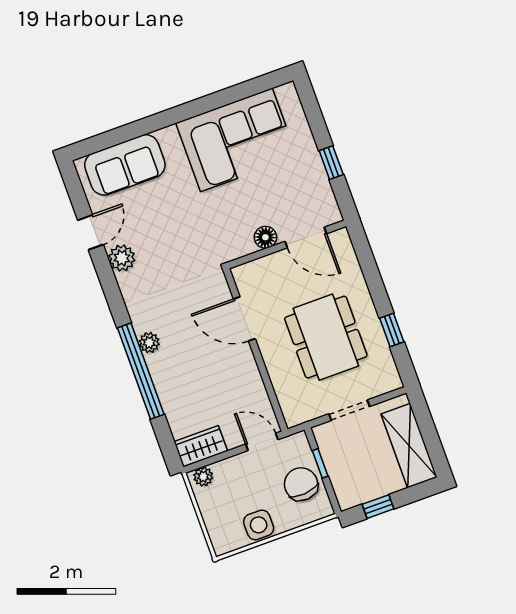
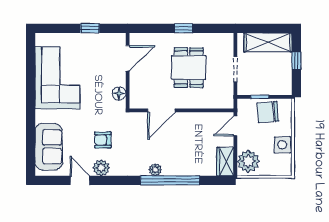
floor lamp: (265, 237) -> (119, 93), moved
armchair: (166, 245) -> (103, 140), added
window: (392, 330) -> (183, 28), moved
dining table: (326, 337) -> (189, 67), width x0.73
plant: (203, 477) -> (248, 161), width x1.88, depth x1.88
window: (378, 507) -> (296, 61), moved

